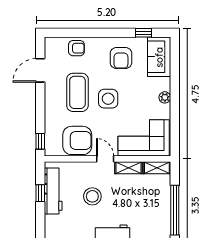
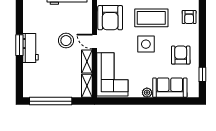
sofa: (159, 57) -> (170, 88), moved
armchair: (121, 58) -> (181, 55), turned 90
door: (105, 159) -> (94, 41), swing flipped
stool: (92, 196) -> (66, 41), moved

